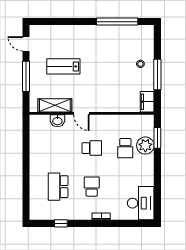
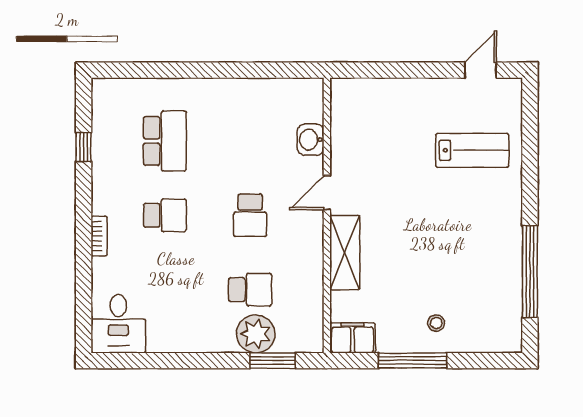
lab bench: (63, 66) -> (472, 150), moved, turned 90
window: (26, 76) -> (409, 70), removed
shelving: (55, 105) -> (345, 253), moved
school desk: (125, 148) -> (250, 290), turned 180
school desk: (58, 187) -> (165, 141), turned 90
desk: (141, 203) -> (118, 324), width x0.73

